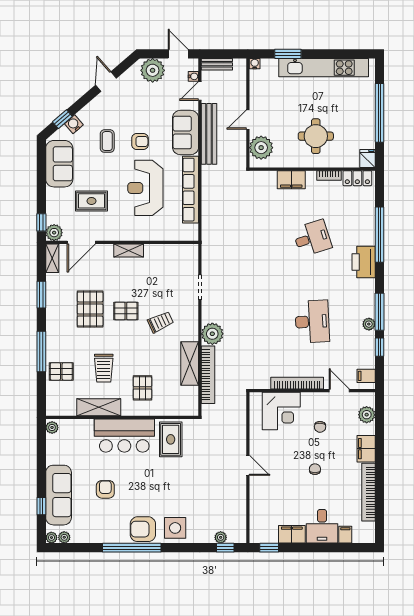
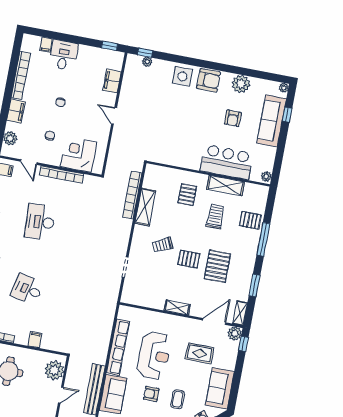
filing cabinet: (291, 180) -> (35, 340), width x0.50
desk: (312, 238) -> (27, 289), turned 30
plant: (212, 334) -> (122, 227), removed
bar counter: (124, 436) -> (227, 162), moved
rug: (171, 439) -> (172, 149), removed
filing cabinet: (292, 534) -> (112, 81), moved, turned 90
plant: (64, 537) -> (241, 84), moved, width x1.87, depth x1.87
window: (132, 548) -> (221, 67), removed

